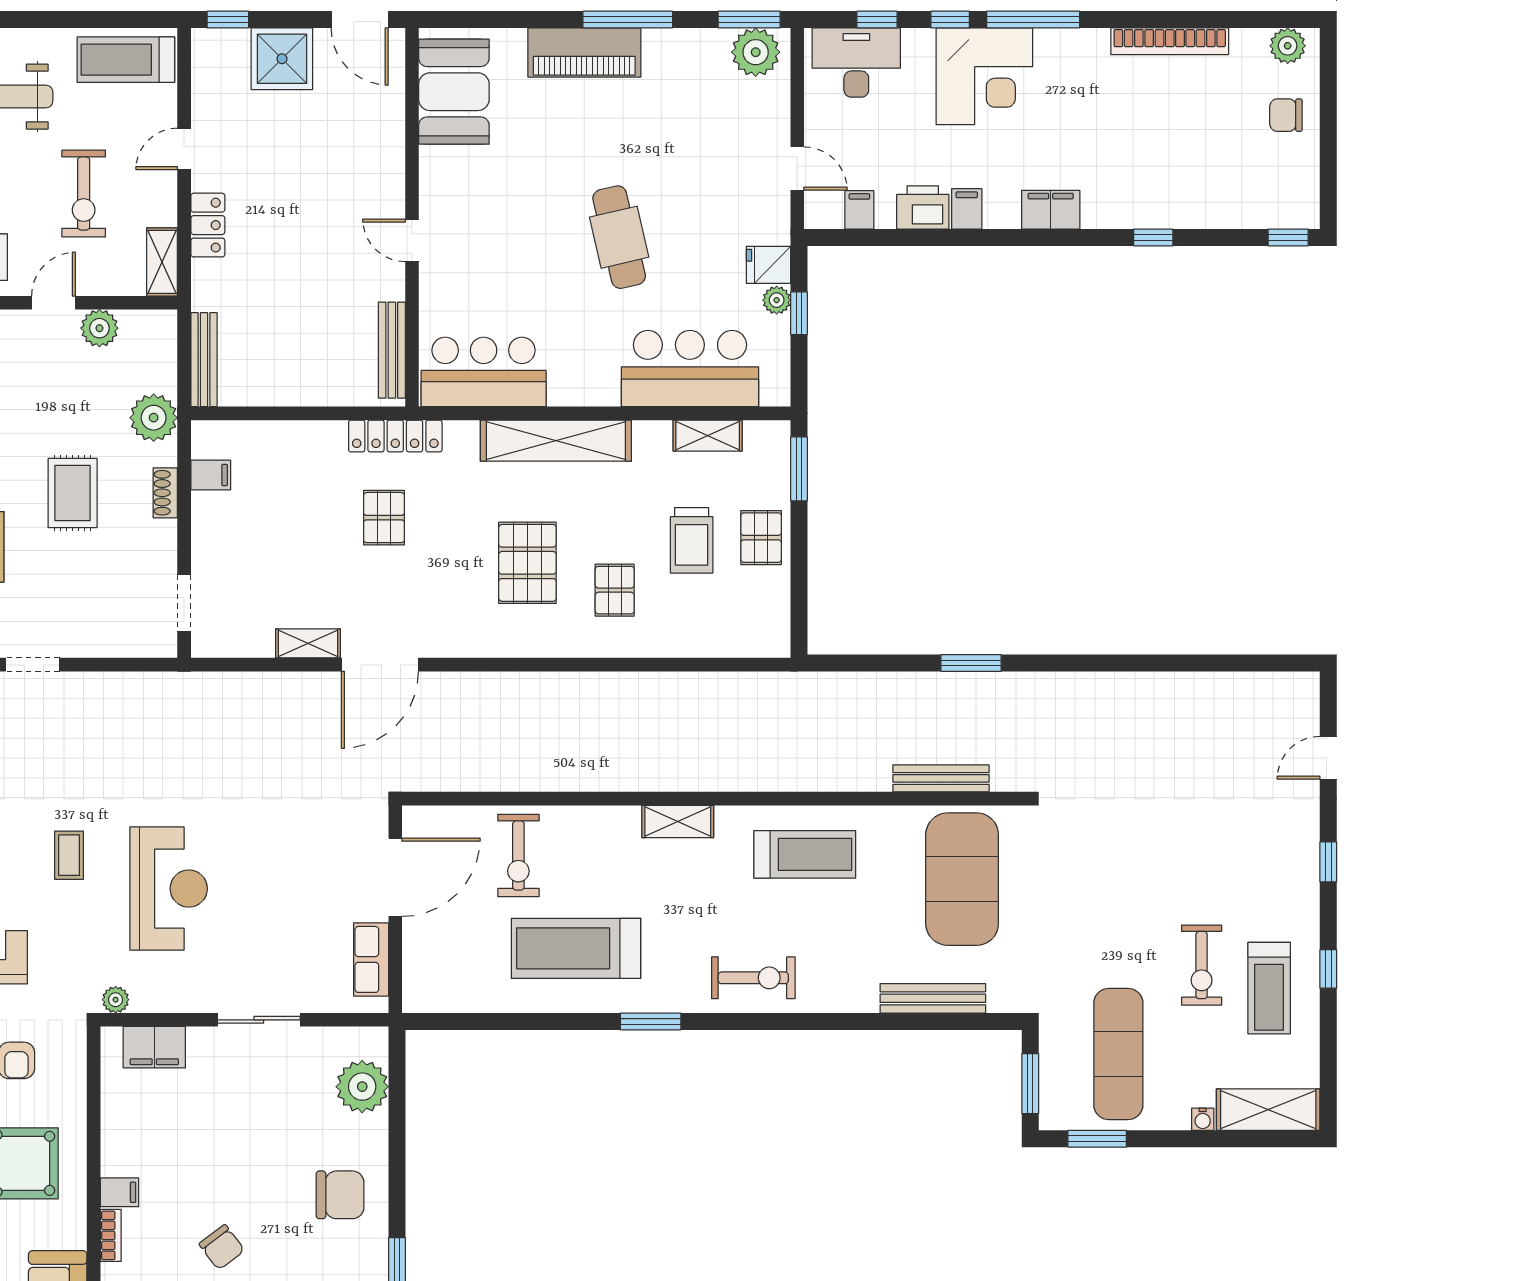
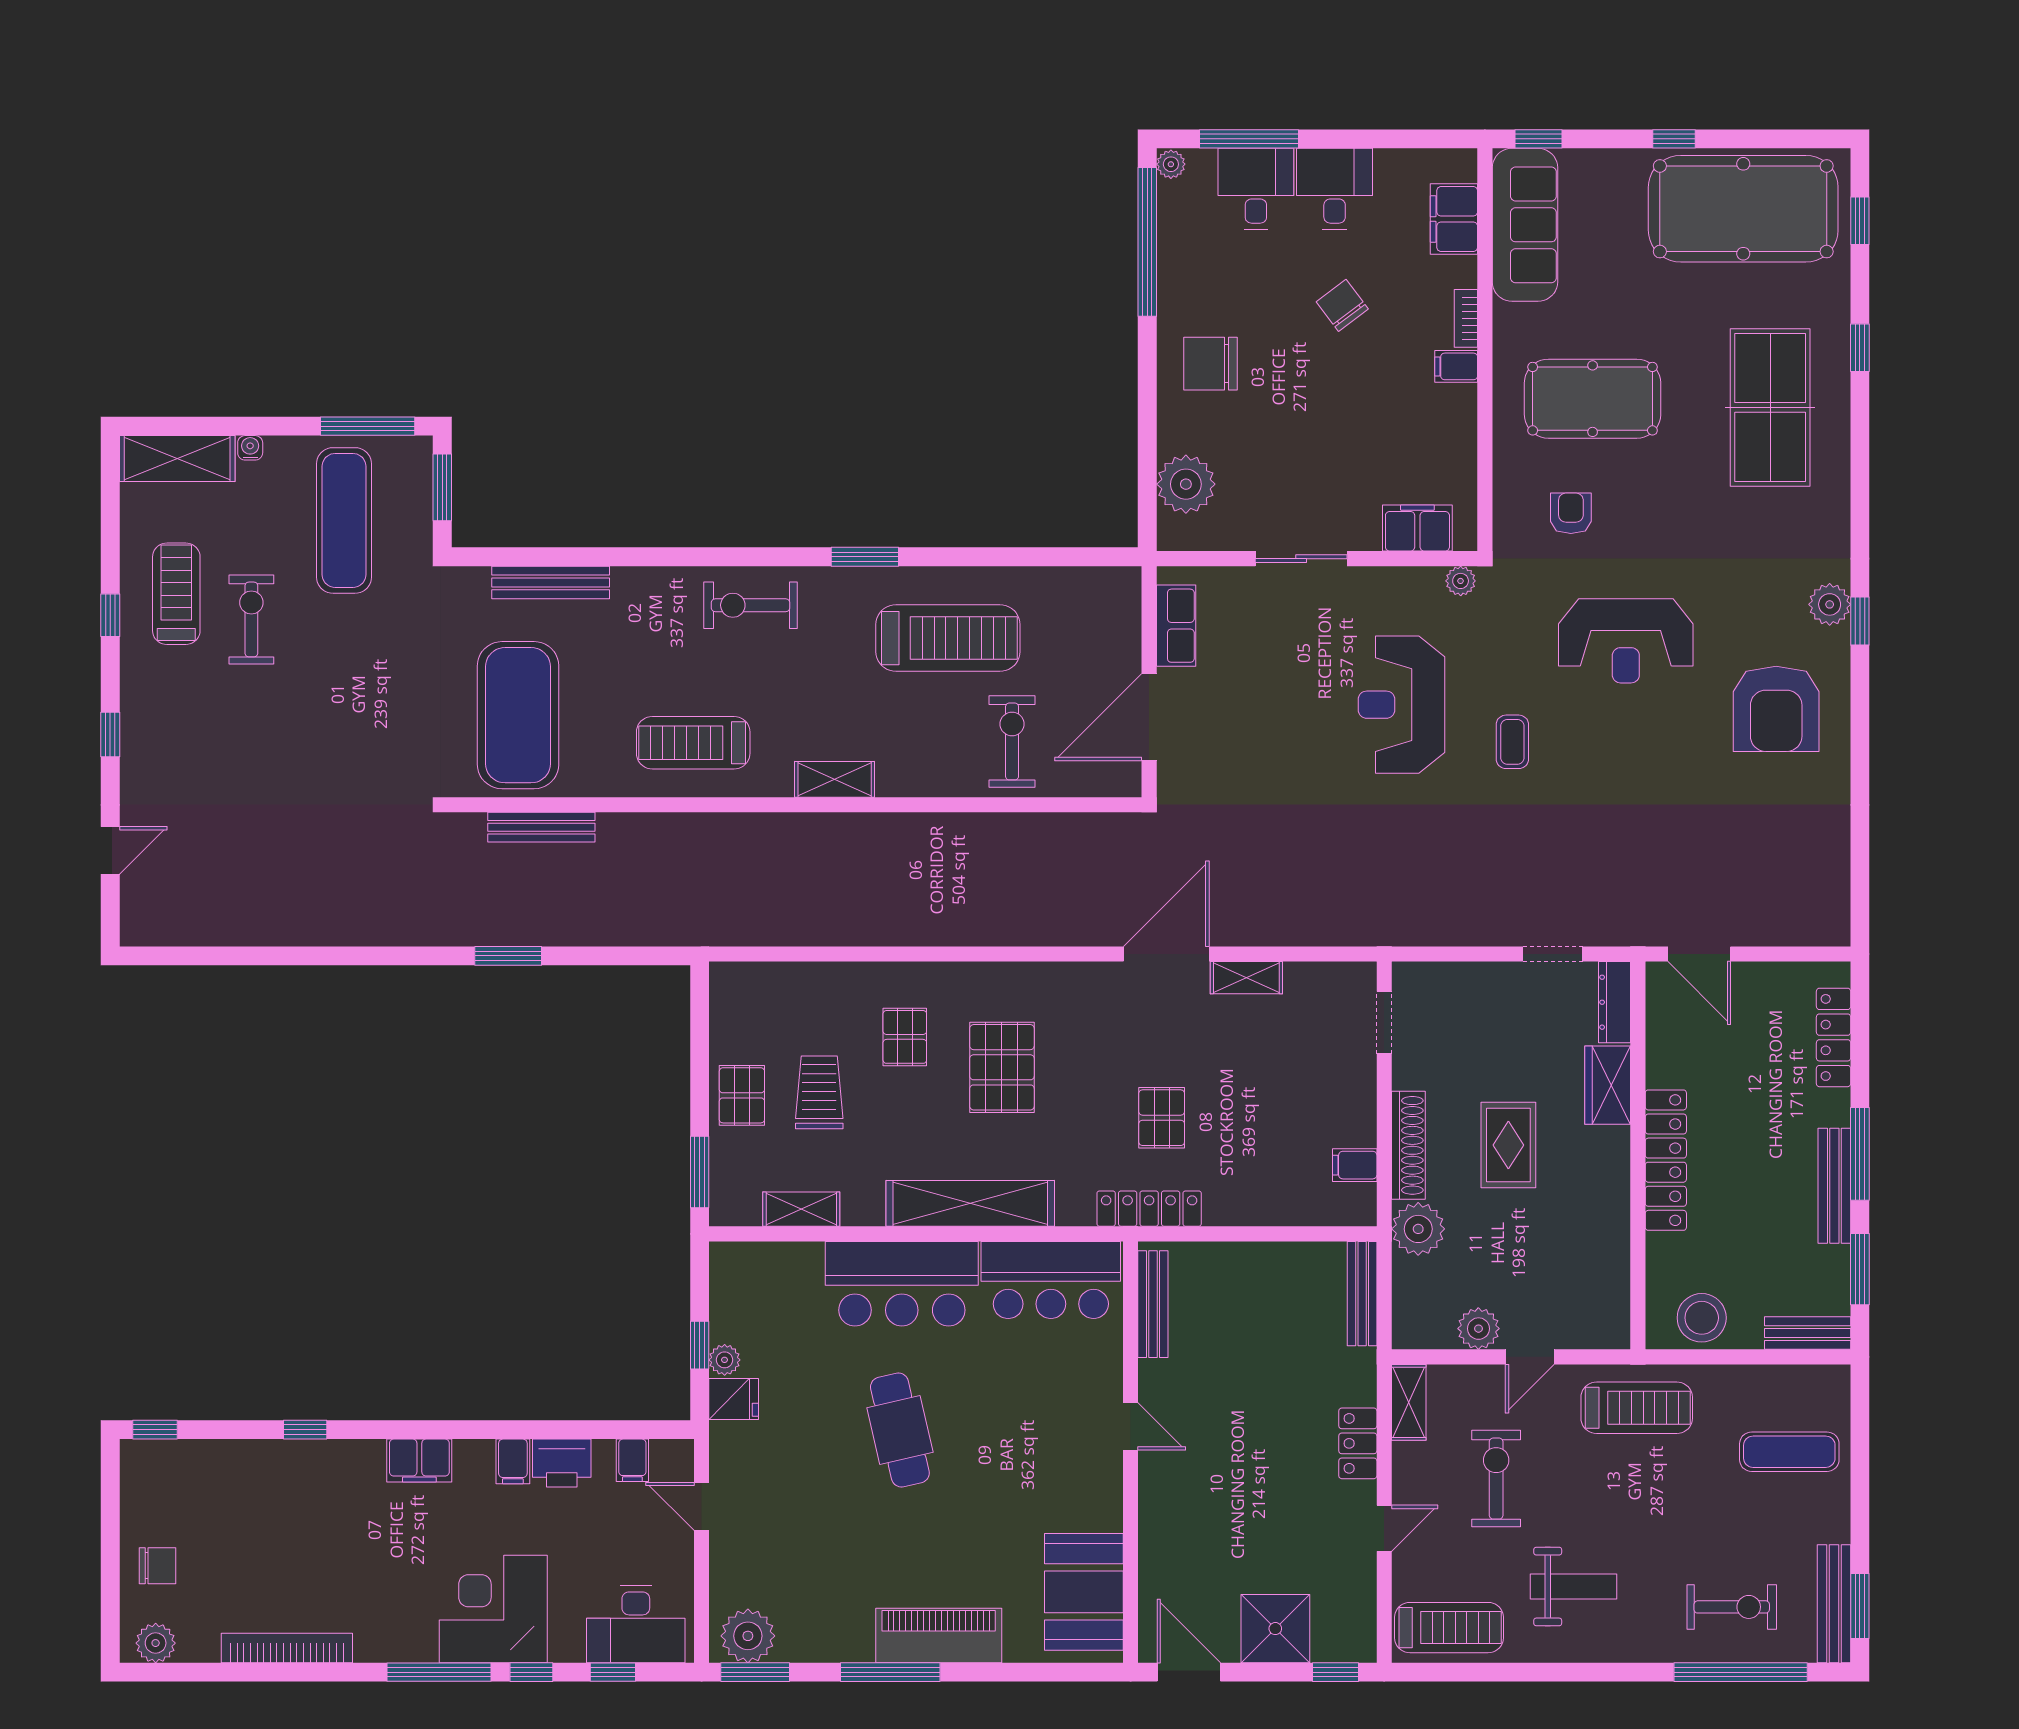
bar counter: (690, 368) -> (902, 1284), moved
shoe rack: (165, 493) -> (1408, 1145), width x1.94, depth x1.24
window: (1097, 1139) -> (368, 426), width x1.44

